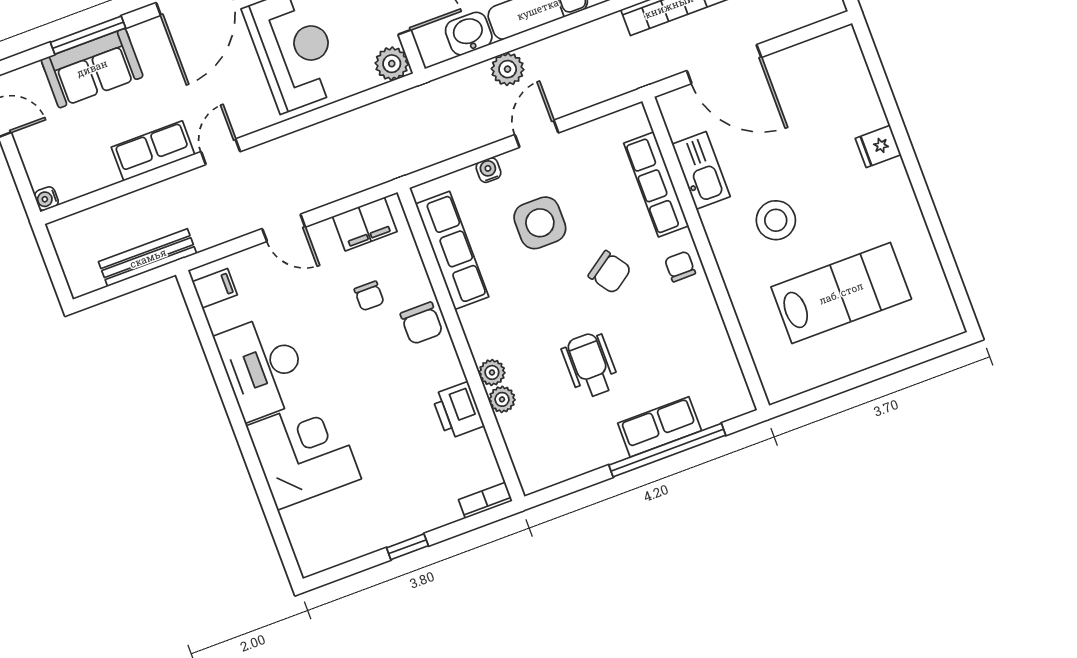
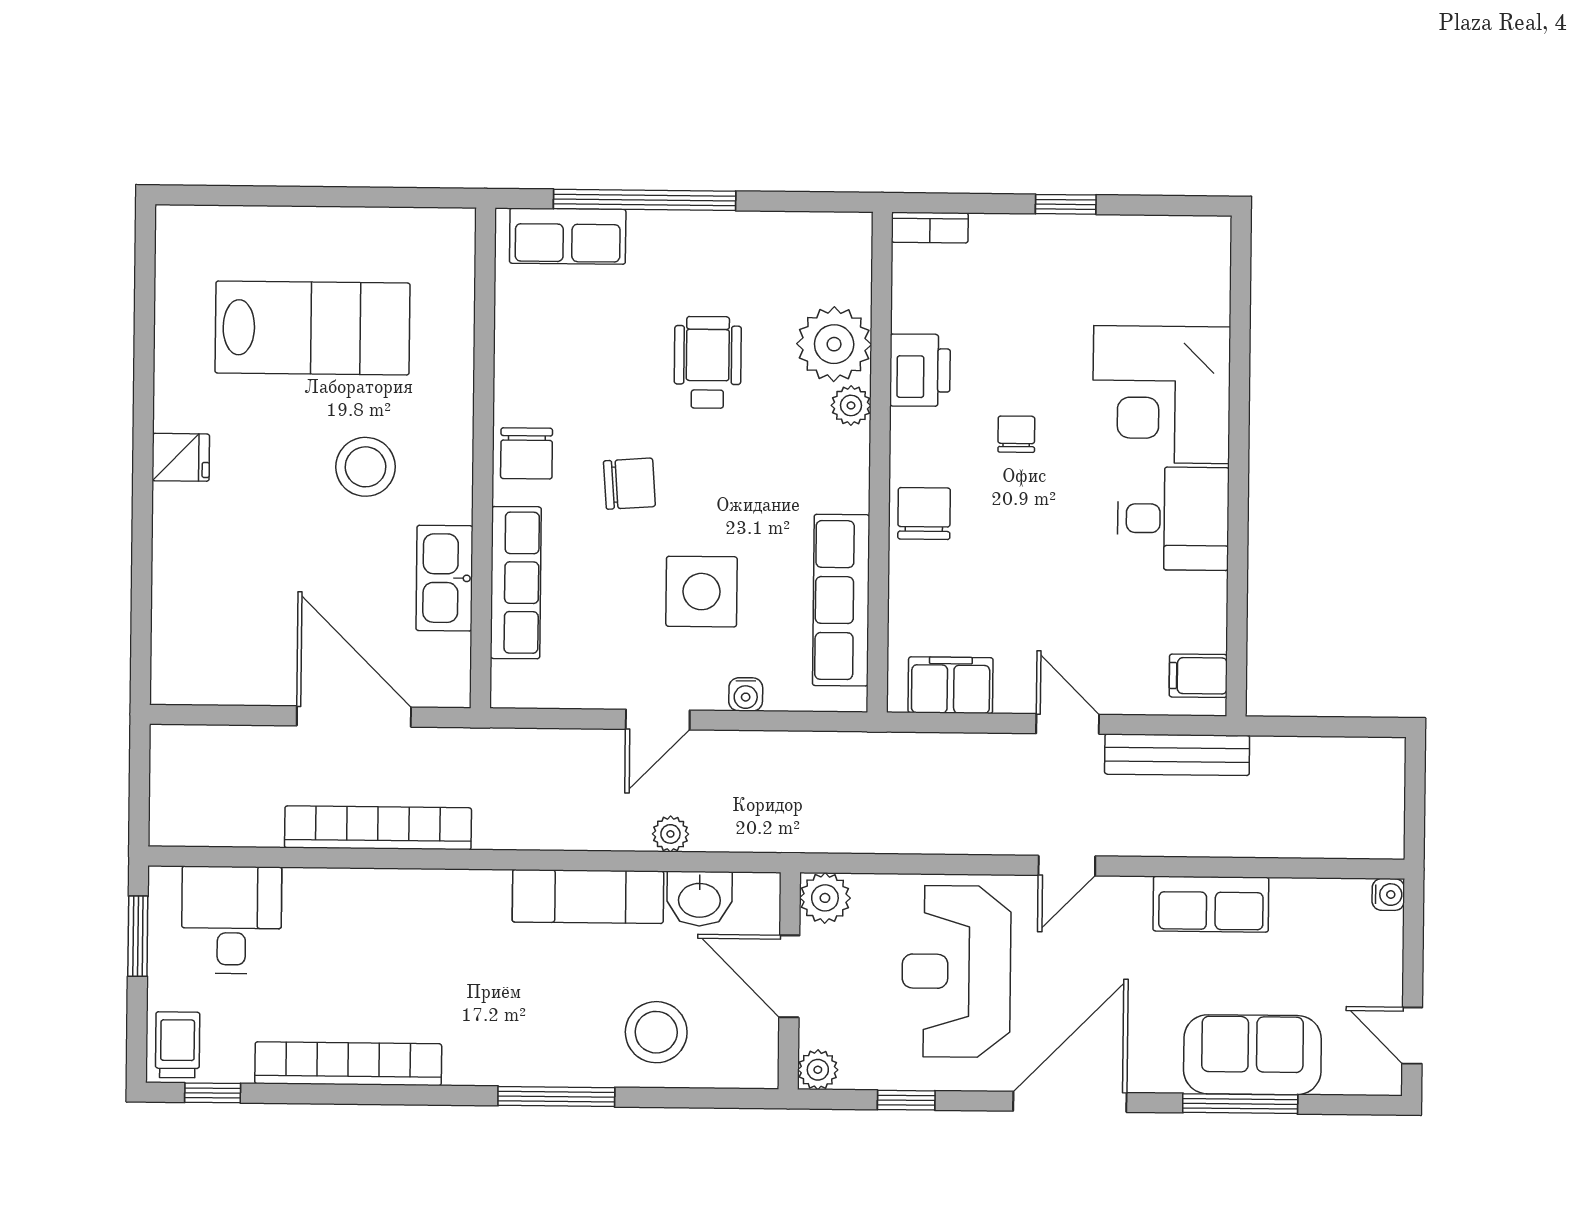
plant: (508, 69) -> (670, 834), width x0.73, depth x0.73
fridge: (878, 146) -> (181, 457), moved
door: (221, 152) -> (1067, 866), moved
bench: (148, 258) -> (1177, 755), moved
chair: (680, 266) -> (527, 453), width x1.37, depth x1.37
chair: (610, 272) -> (629, 484), turned 121
lab bench: (841, 293) -> (312, 328), turned 180
chair: (369, 296) -> (1016, 434), moved
wheelchair: (590, 365) -> (708, 362), turned 180
desk: (263, 367) -> (1173, 519), width x0.73
plant: (502, 399) -> (834, 344), width x1.88, depth x1.88
row of seats: (660, 427) -> (568, 236), moved

